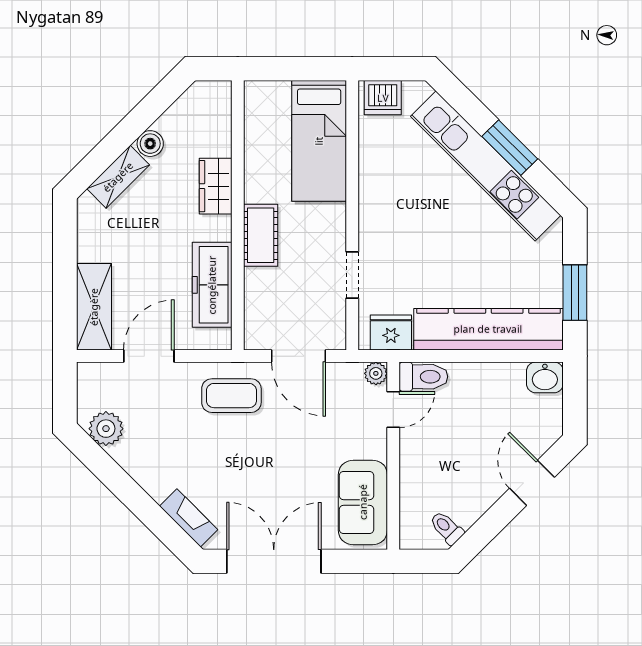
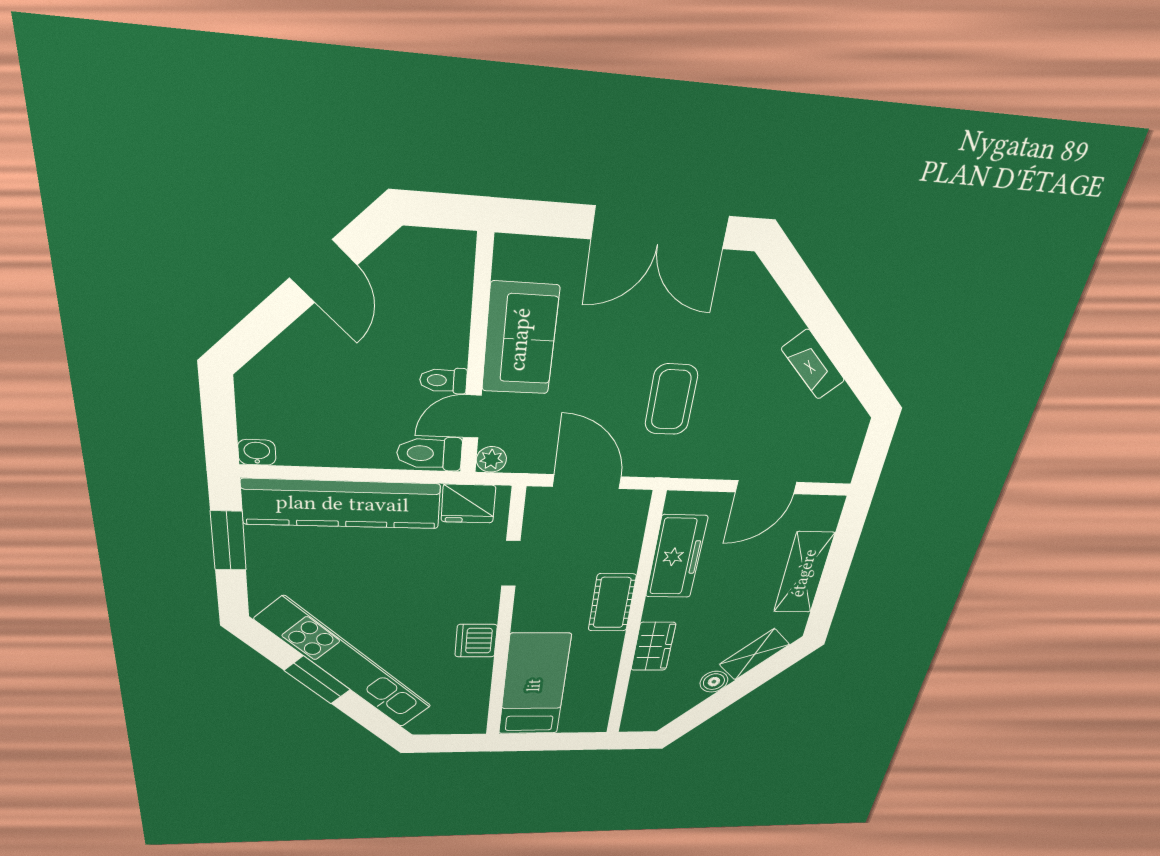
dishwasher: (383, 98) -> (476, 641), moved, turned -90
shelving: (94, 307) -> (804, 573), moved
washbasin: (545, 377) -> (257, 452), width x0.72, depth x0.69
coffee table: (231, 396) -> (671, 400), moved, turned 90
plant: (106, 429) -> (838, 410), removed
door: (532, 483) -> (323, 271), moved
sofa: (363, 502) -> (520, 339), moved
fireplace: (189, 518) -> (813, 364), moved
toilet: (447, 528) -> (443, 380), moved, turned 135

